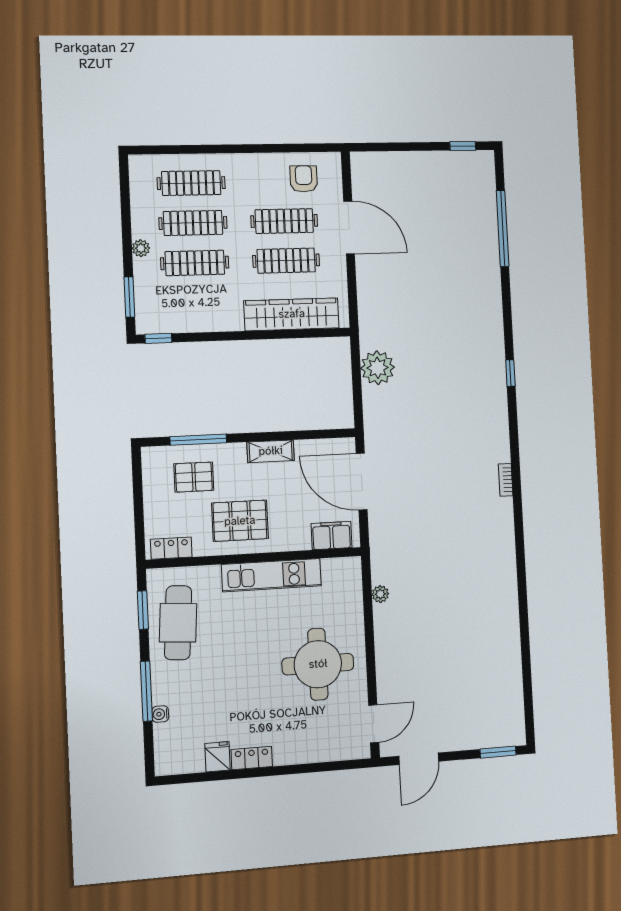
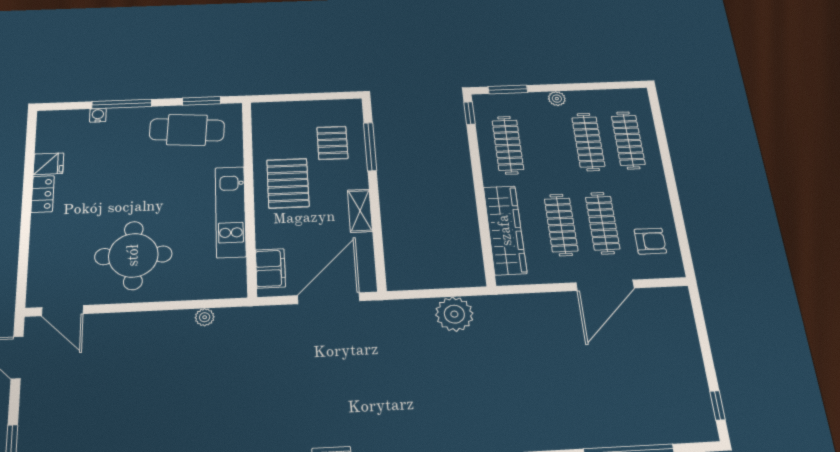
clothes rail: (195, 263) -> (508, 145), moved
locker: (171, 548) -> (262, 124), removed

